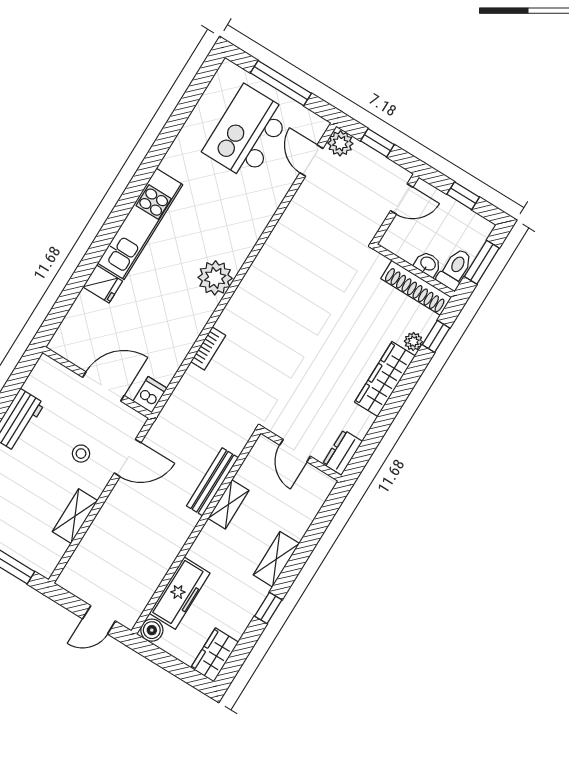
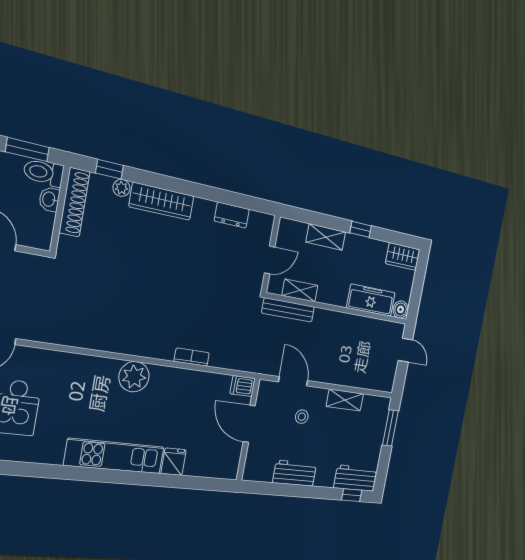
door: (295, 451) -> (270, 260), moved
wall: (301, 454) -> (271, 254), moved

